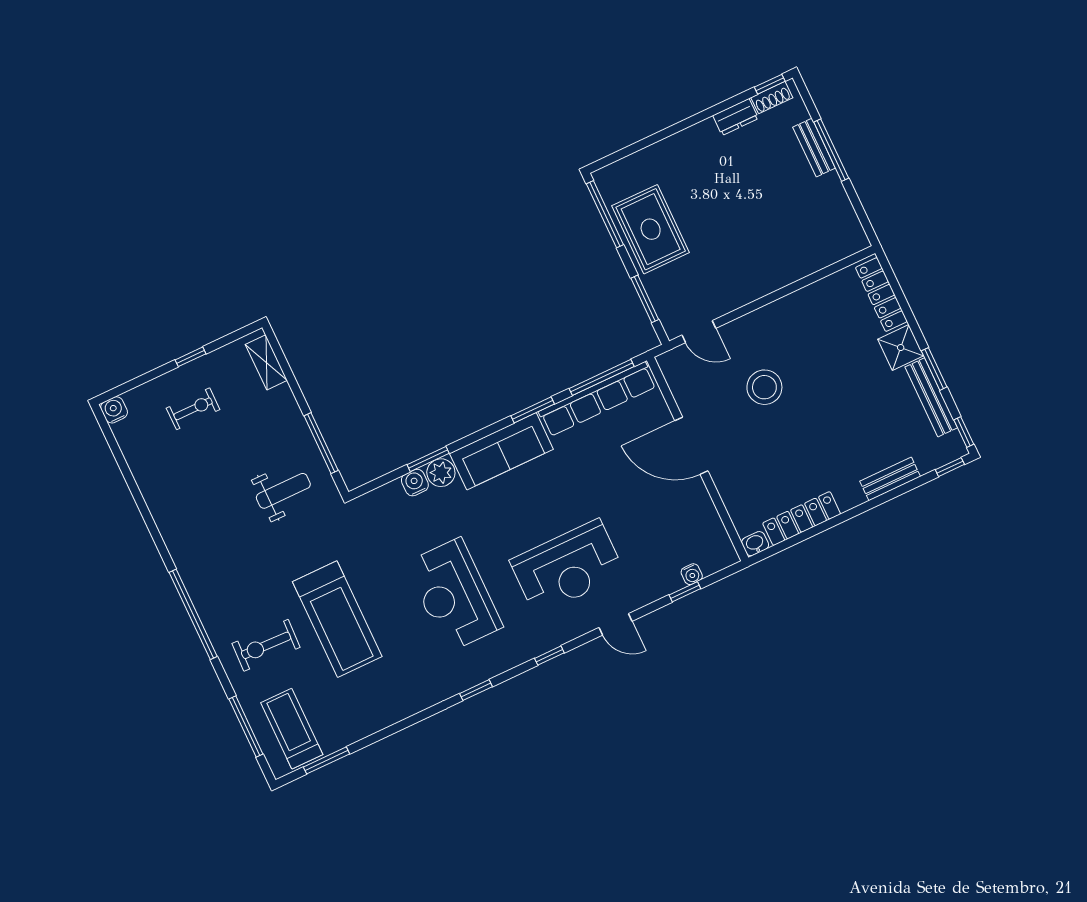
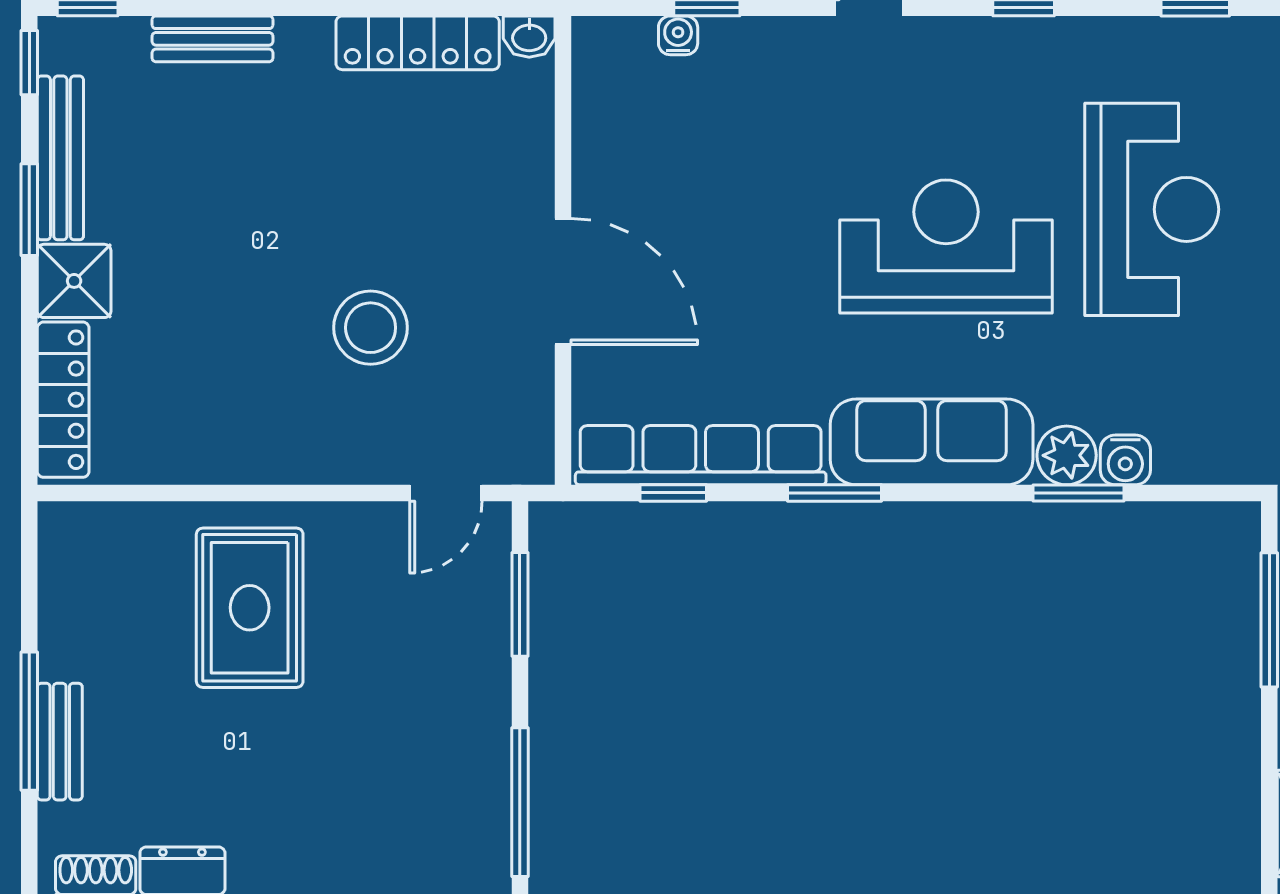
rug: (651, 229) -> (250, 608), moved
door: (699, 332) -> (446, 493), swing flipped
window: (602, 377) -> (673, 493), width x0.46
reception desk: (567, 567) -> (946, 247), moved

